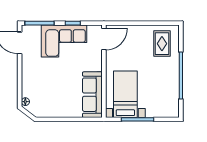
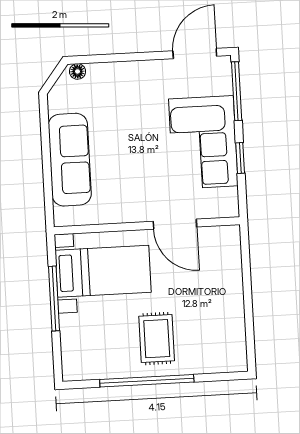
door: (104, 39) -> (175, 224), moved
rug: (162, 44) -> (157, 339), moved, turned 90
sofa: (92, 95) -> (70, 160), moved, turned 90

